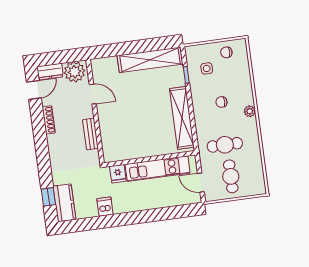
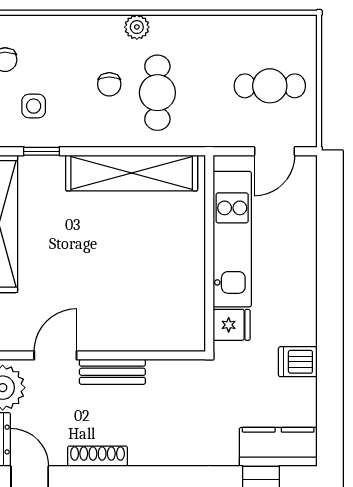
bench: (90, 134) -> (112, 372), moved
cafe table: (225, 145) -> (157, 93), moved

